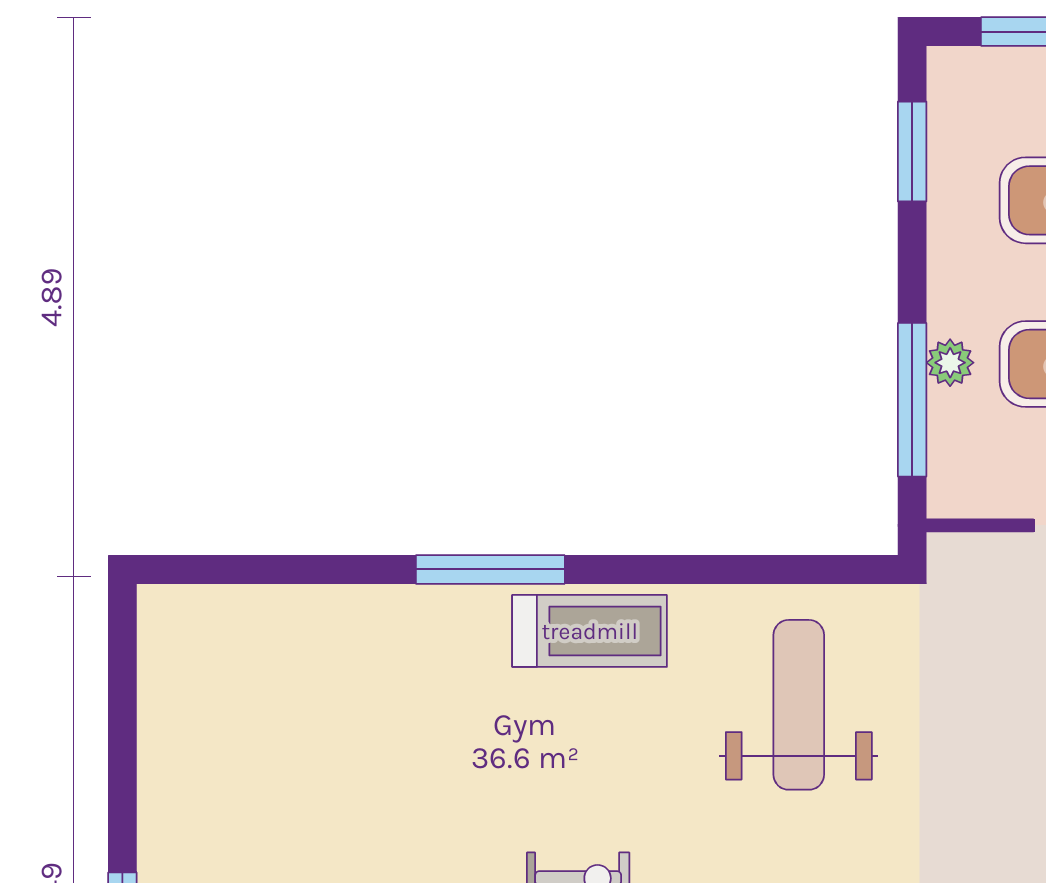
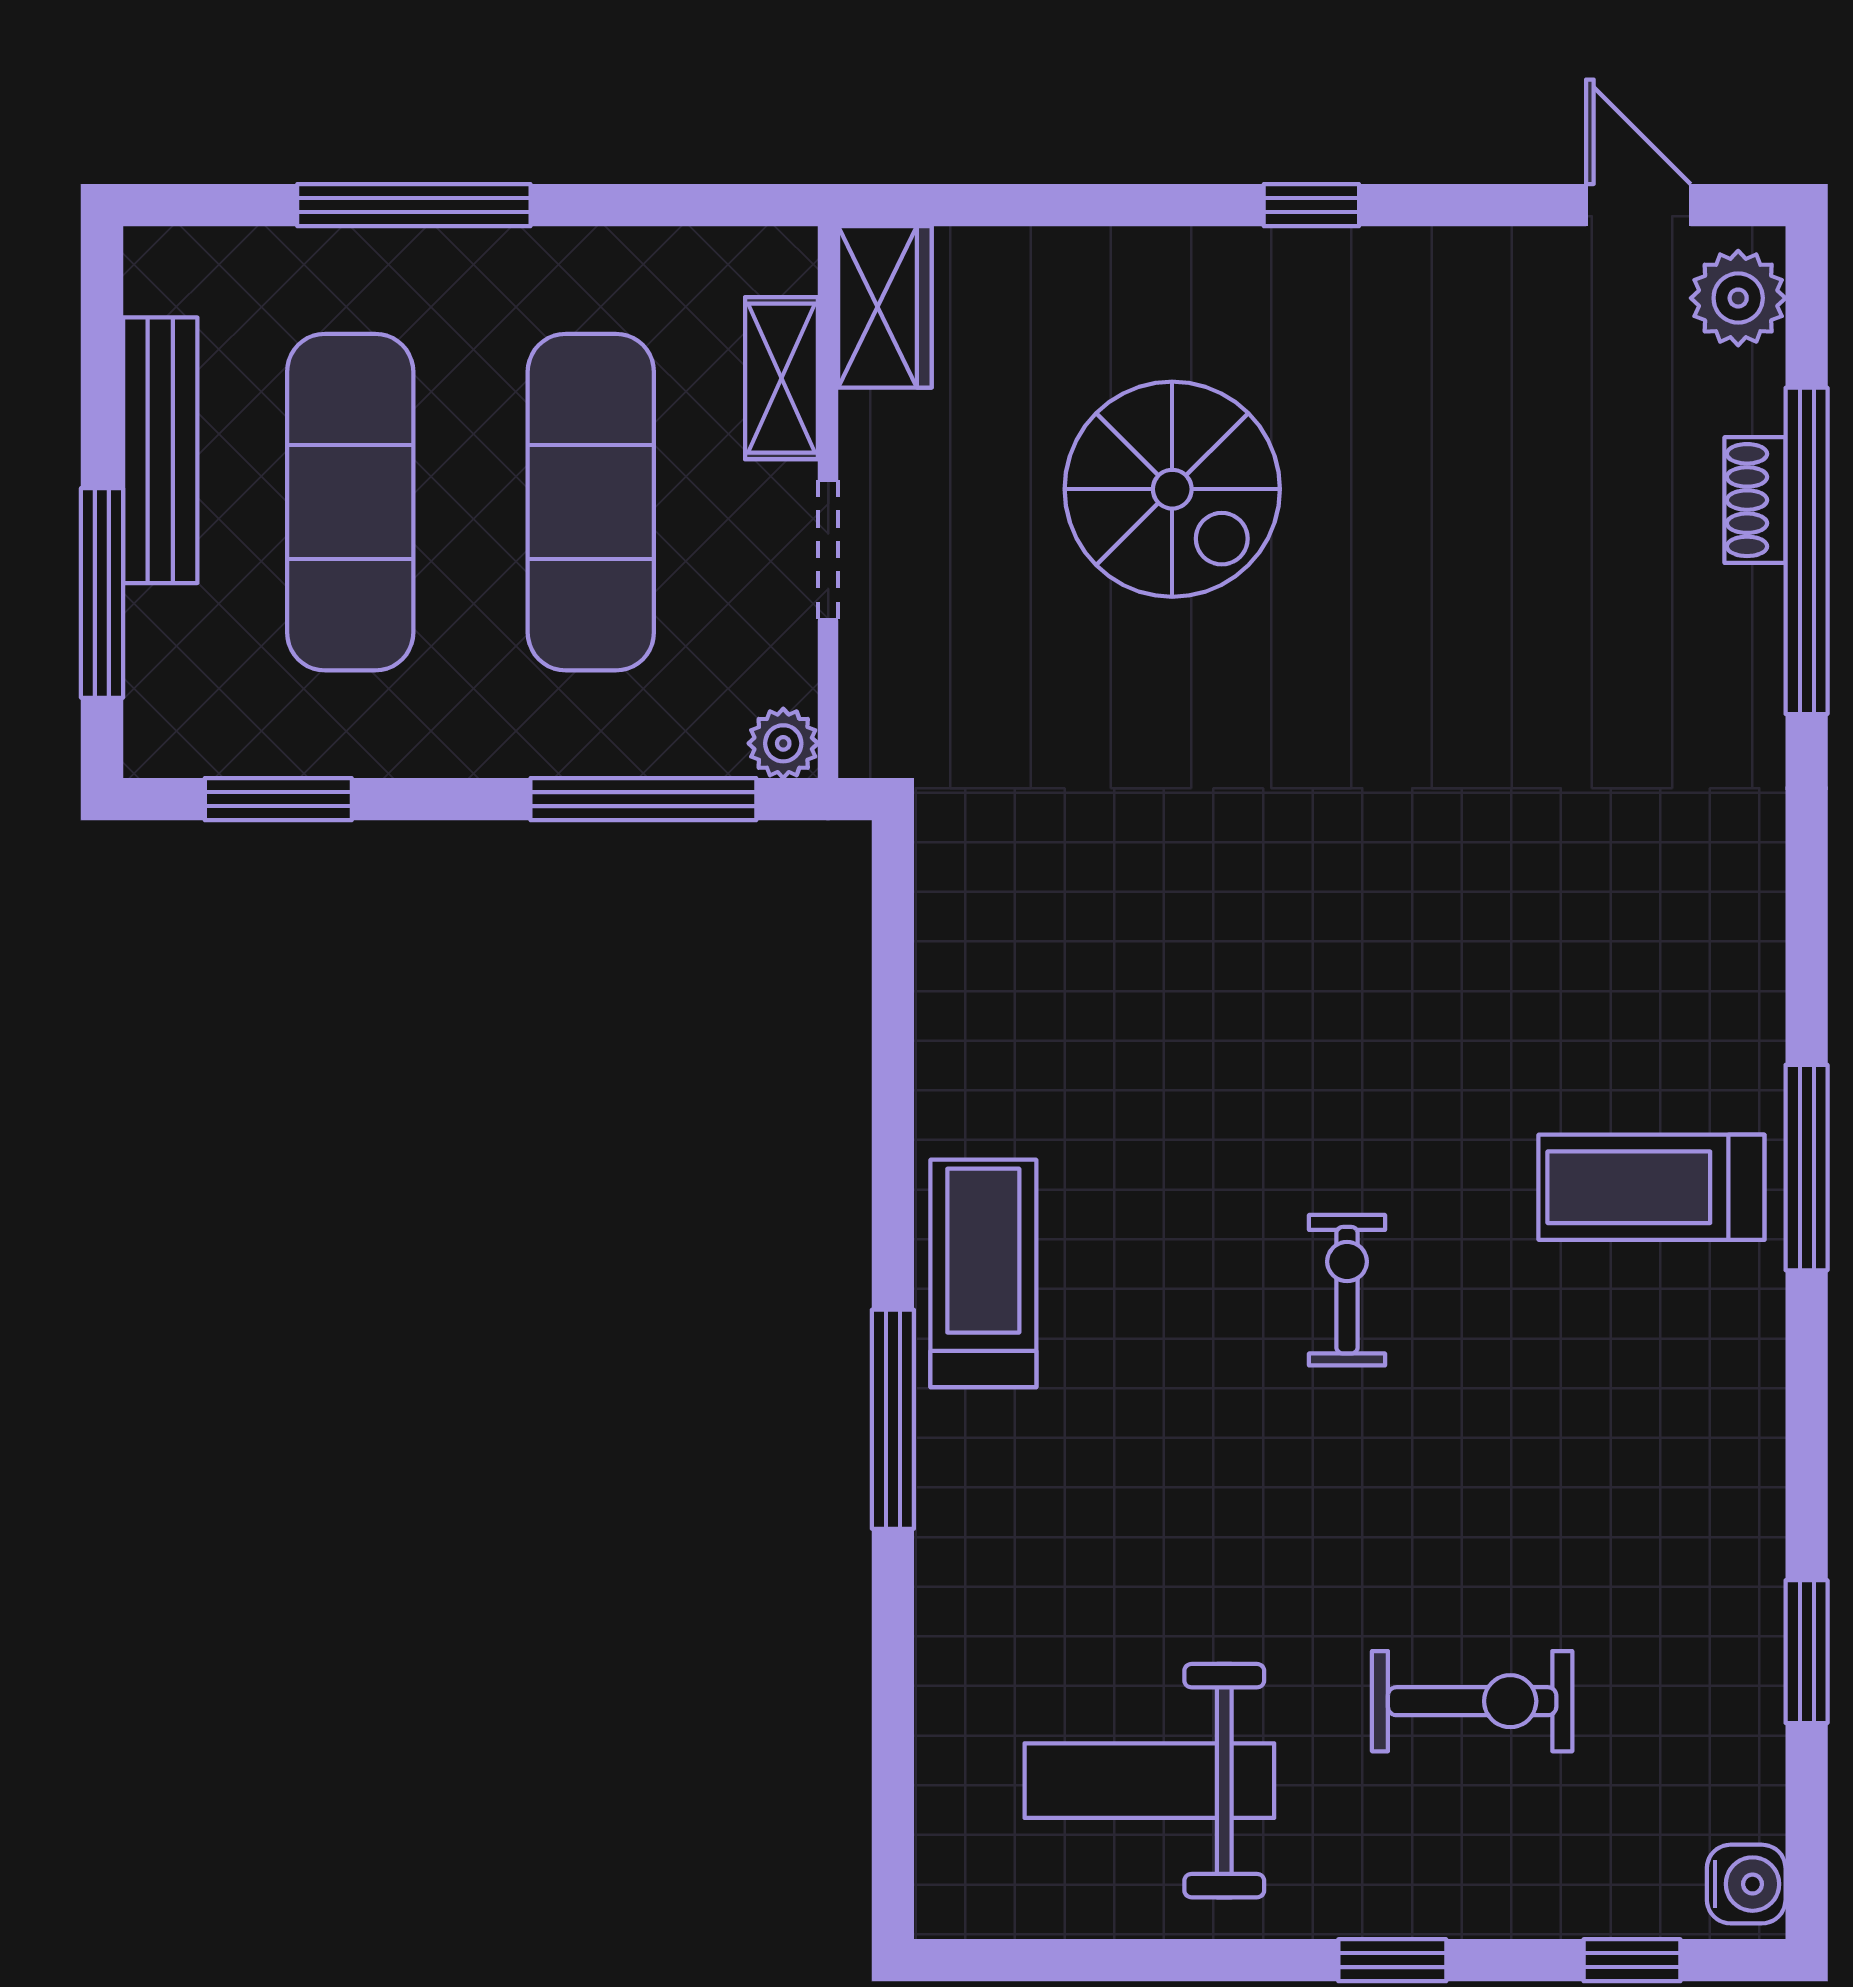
plant: (950, 363) -> (783, 743), moved
weight bench: (799, 705) -> (1149, 1781), moved

